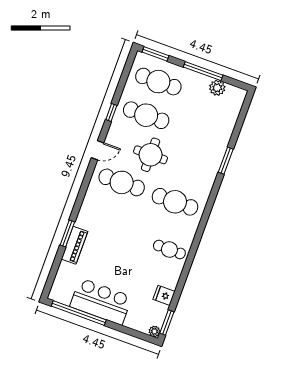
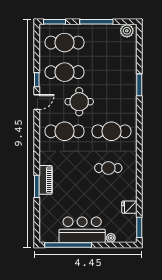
plant: (217, 88) -> (127, 31), moved
door: (98, 150) -> (37, 102), moved
piano: (74, 245) -> (46, 180), moved
cafe table: (169, 249) -> (108, 168), moved
plant: (154, 331) -> (111, 238), moved

